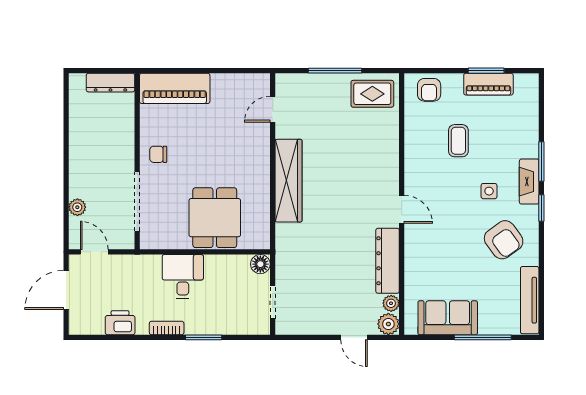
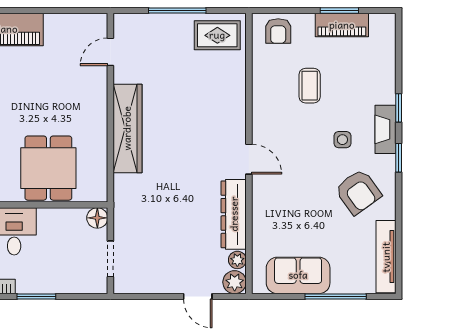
window: (541, 161) -> (399, 108), width x0.67

